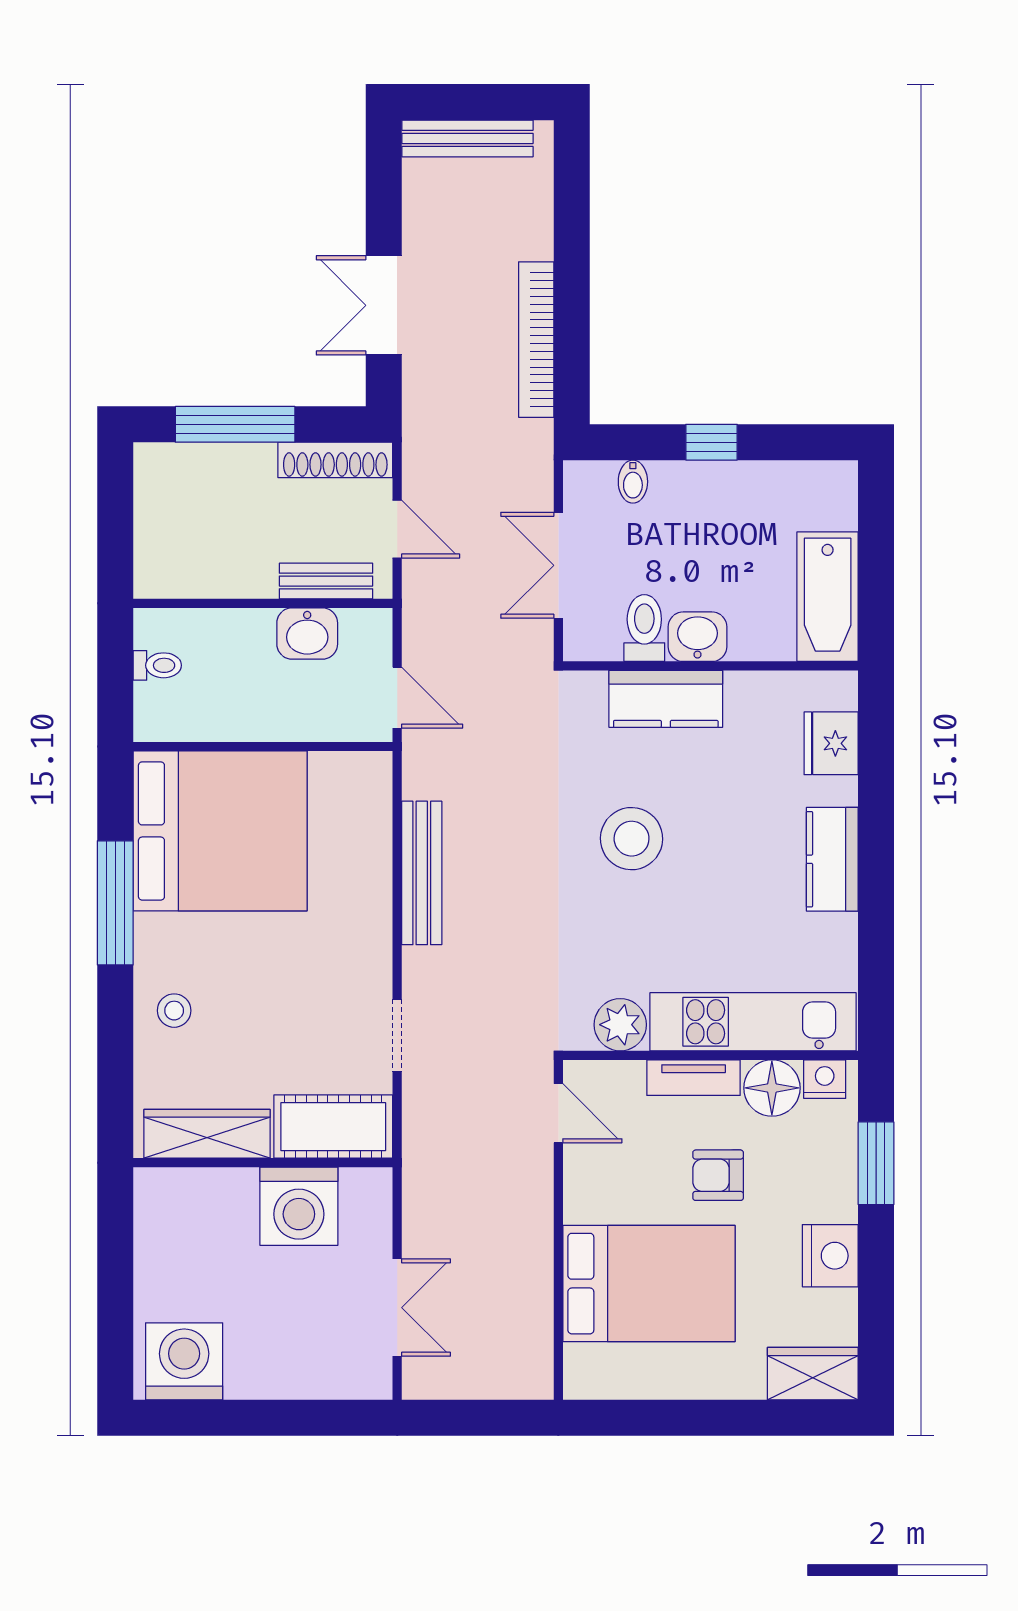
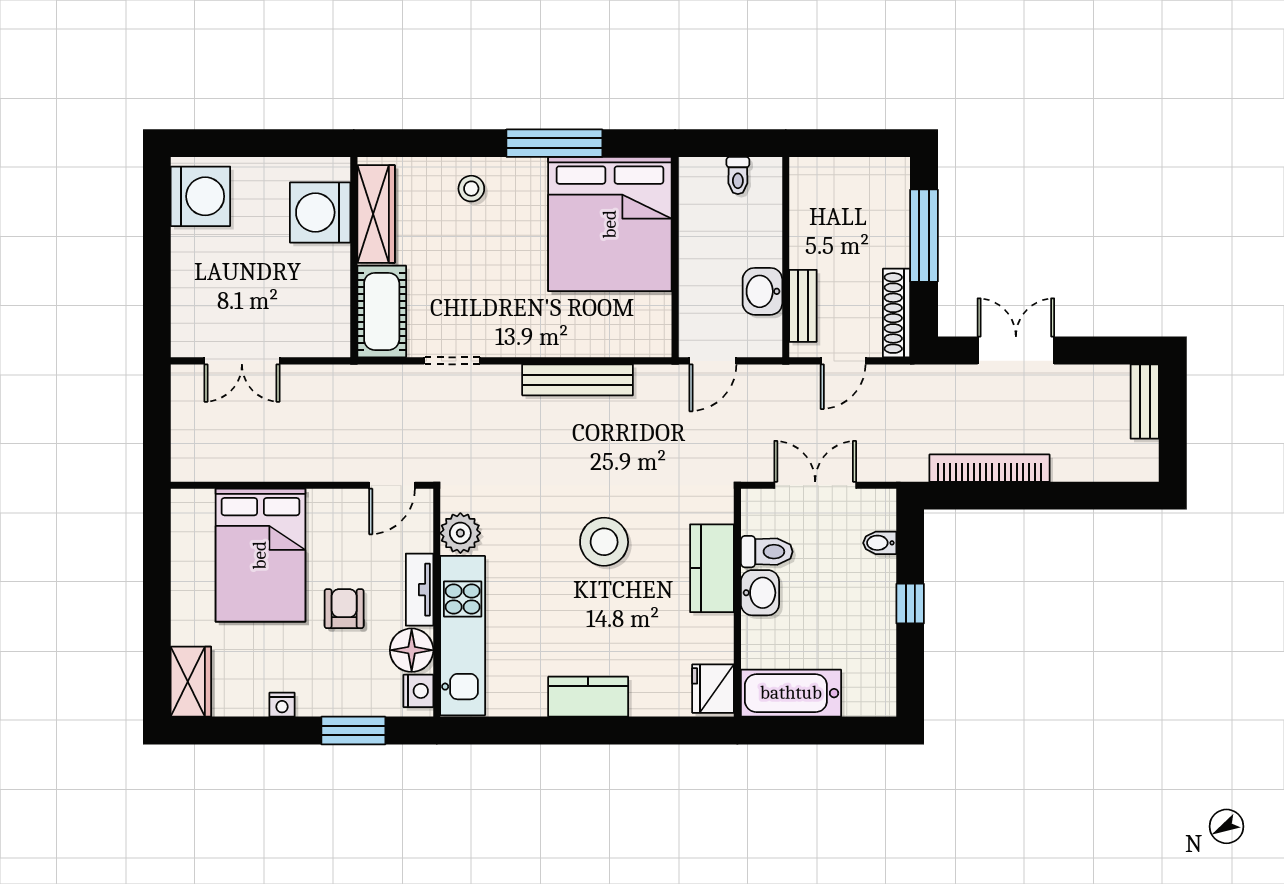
bench: (467, 138) -> (1145, 402), width x0.73
fridge: (831, 743) -> (713, 689), moved, turned -90
washing machine: (299, 1206) -> (320, 212), moved
nightstand: (830, 1256) -> (282, 705), width x0.53, depth x0.56

